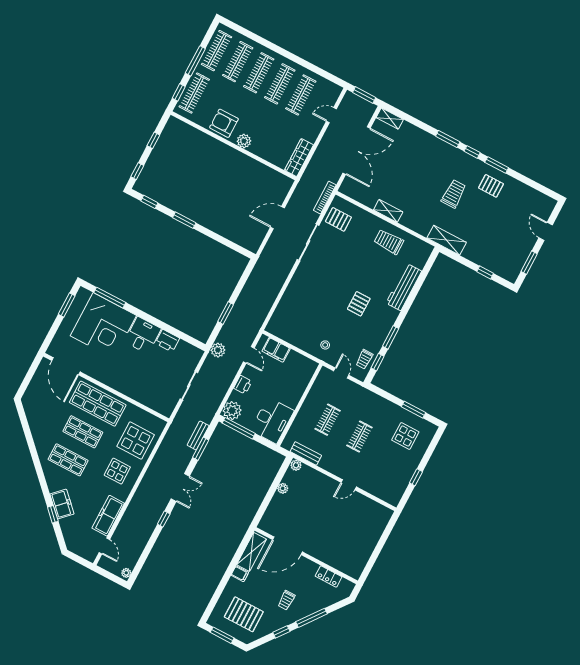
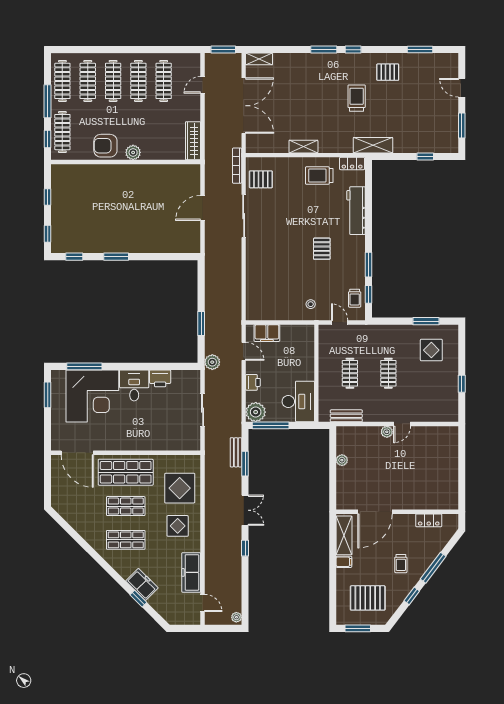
window: (497, 165) -> (420, 50), moved
locker: (421, 246) -> (352, 163), added
plant: (296, 465) -> (387, 432), moved

